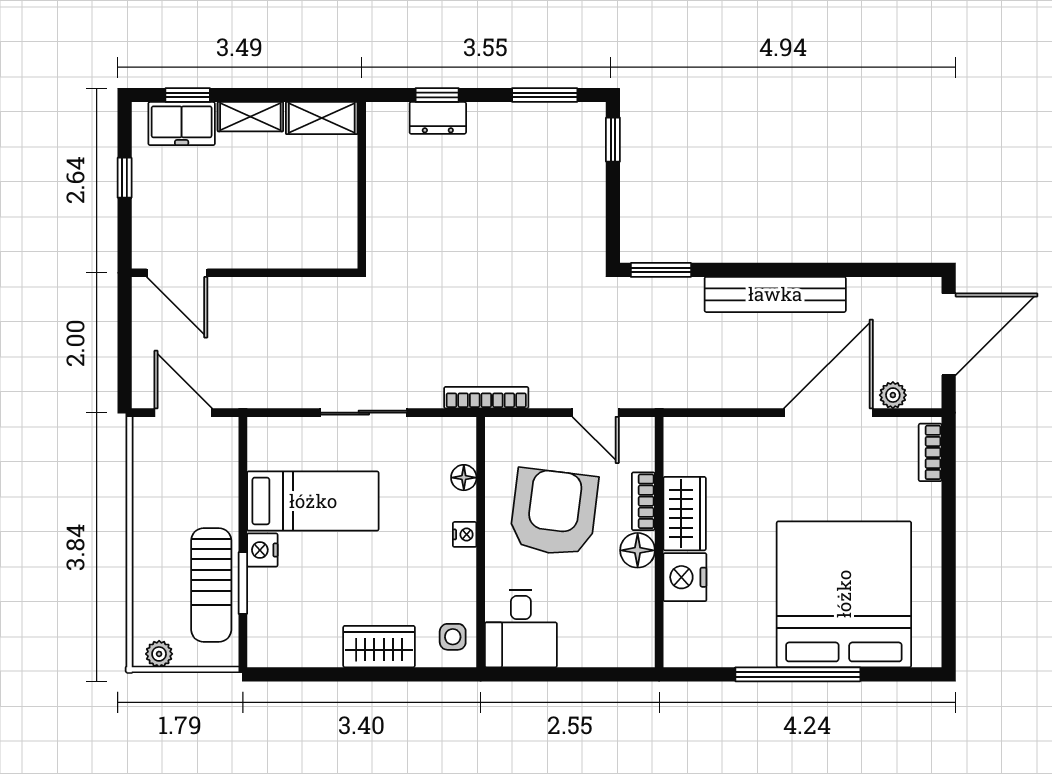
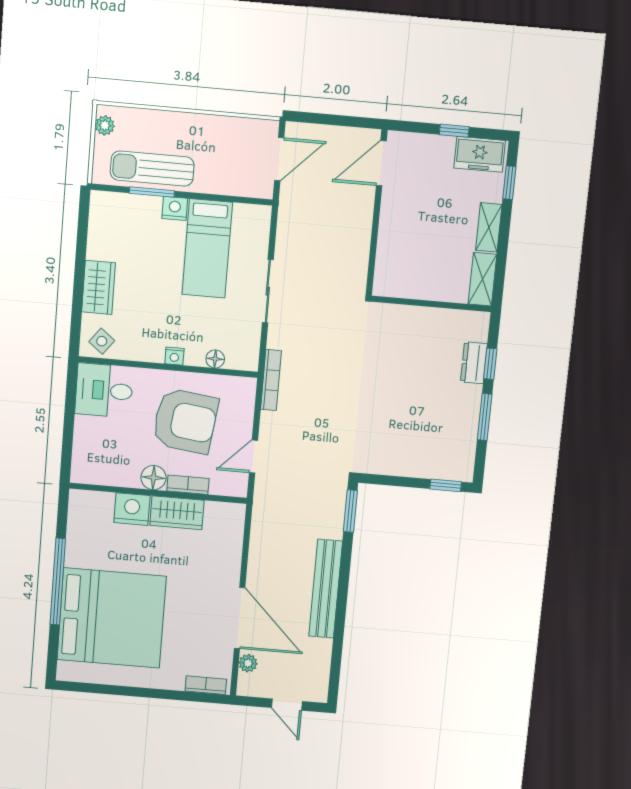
window: (545, 95) -> (485, 417), moved
freezer: (182, 124) -> (480, 154), moved, turned -90
door: (949, 334) -> (287, 705), width x0.53
side table: (453, 637) -> (102, 341), turned 38

